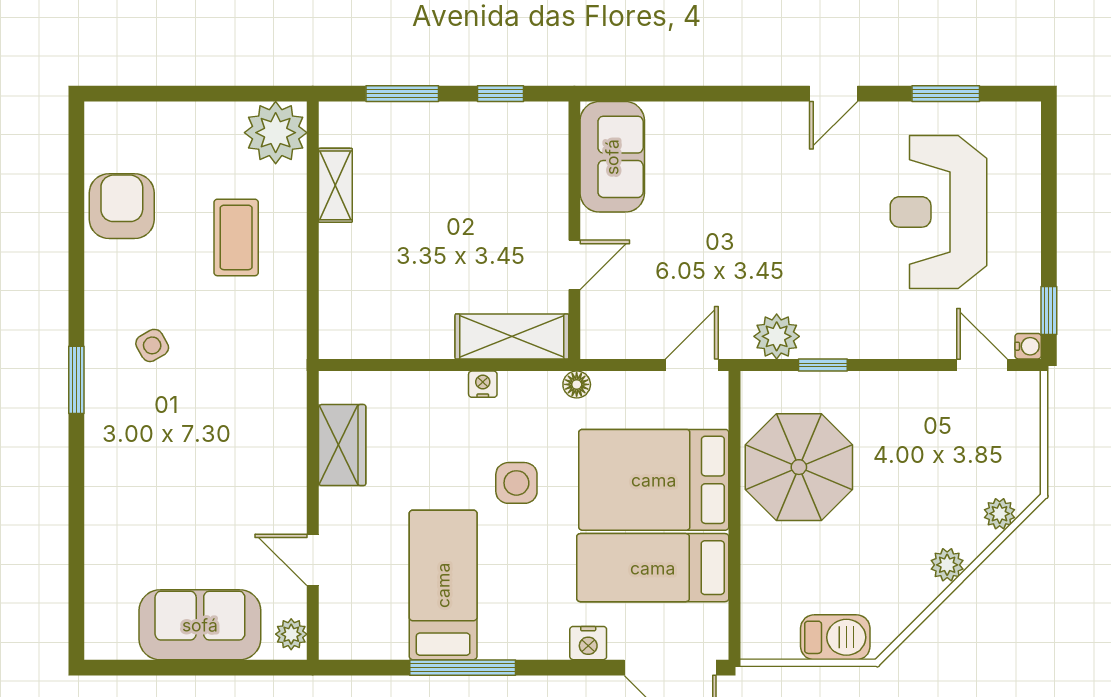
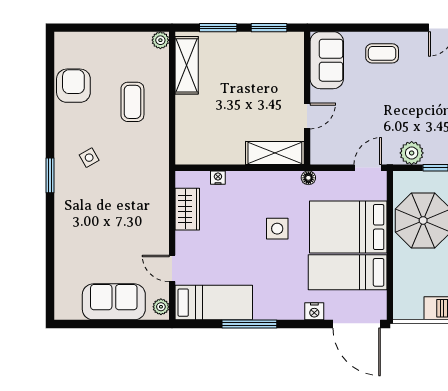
window: (501, 94) -> (269, 28), width x1.50
plant: (276, 133) -> (160, 40), width x0.53, depth x0.53
coffee table: (719, 144) -> (382, 53), added
shelving: (335, 185) -> (187, 65), width x1.50, depth x1.33
nightstand: (483, 384) -> (218, 178), moved
bed: (443, 585) -> (214, 303), moved, turned 90

